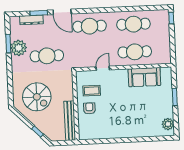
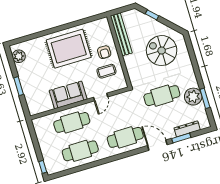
sofa: (144, 77) -> (68, 95), moved
rug: (121, 120) -> (69, 49), added

